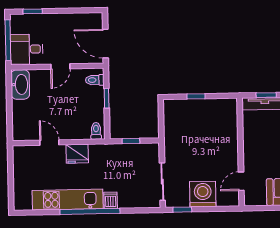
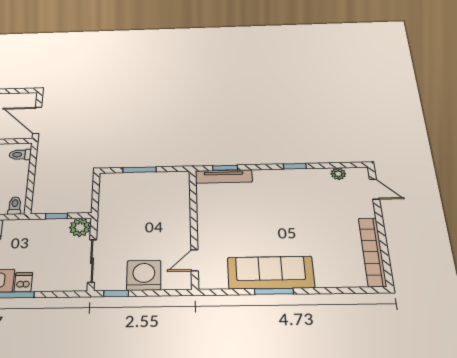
window: (196, 96) -> (139, 170), width x1.50
window: (107, 98) -> (32, 172), removed
plant: (151, 152) -> (80, 227), added

